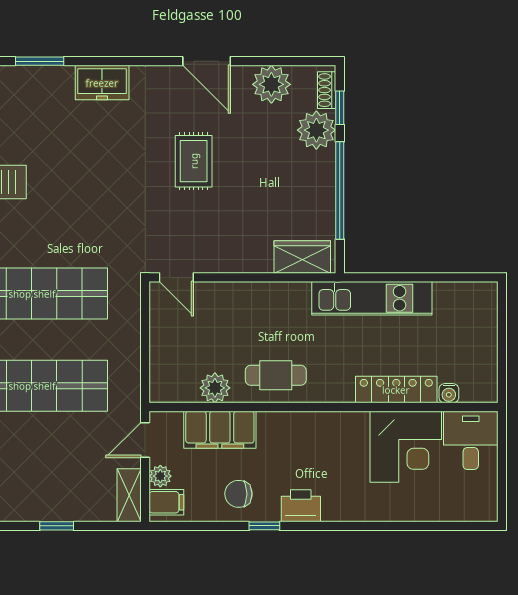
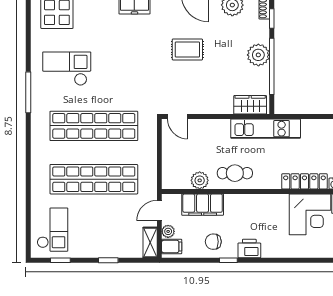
plant: (316, 130) -> (258, 55), moved
rug: (194, 161) -> (187, 49), turned 90
kitchen unit: (372, 298) -> (266, 129), moved

